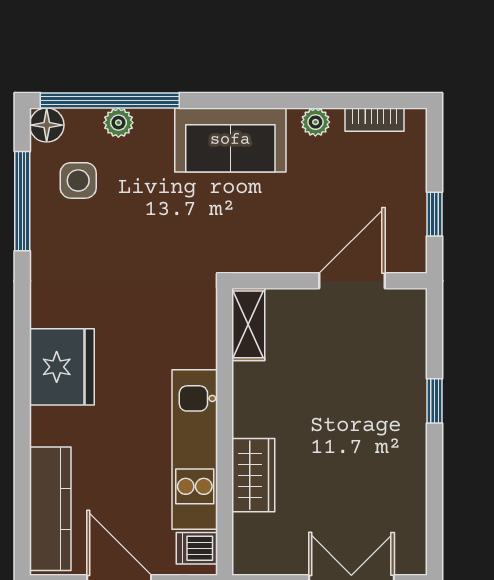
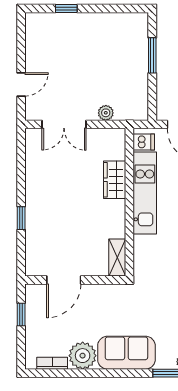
plant: (315, 122) -> (83, 356), width x1.88, depth x1.88

